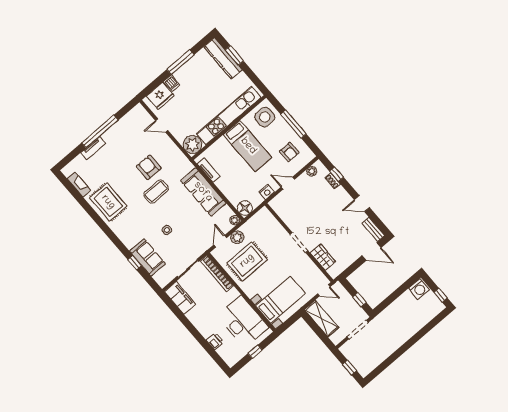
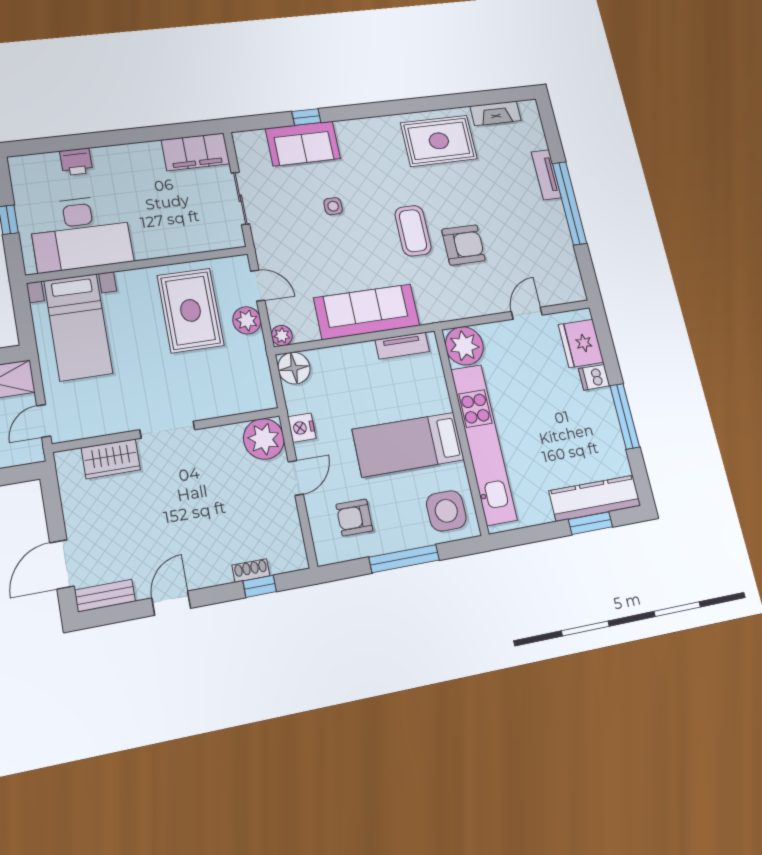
plant: (312, 171) -> (264, 439), moved, width x1.87, depth x1.87
bookcase: (217, 273) -> (201, 243), removed

